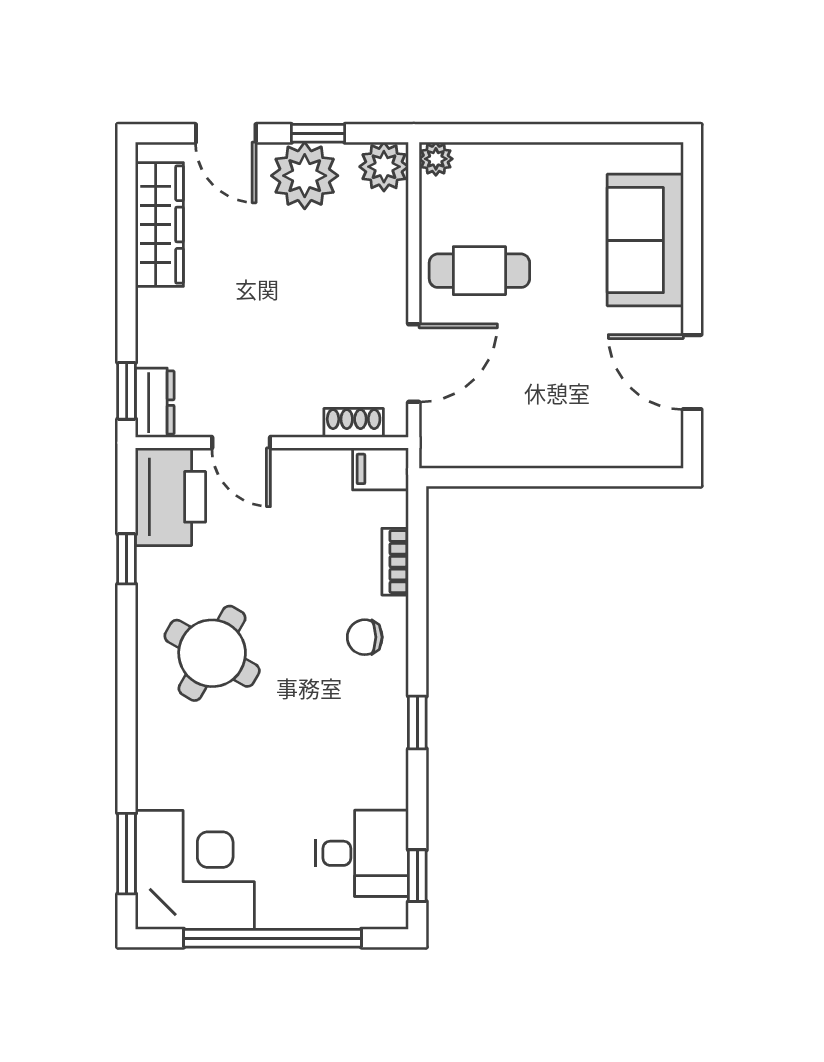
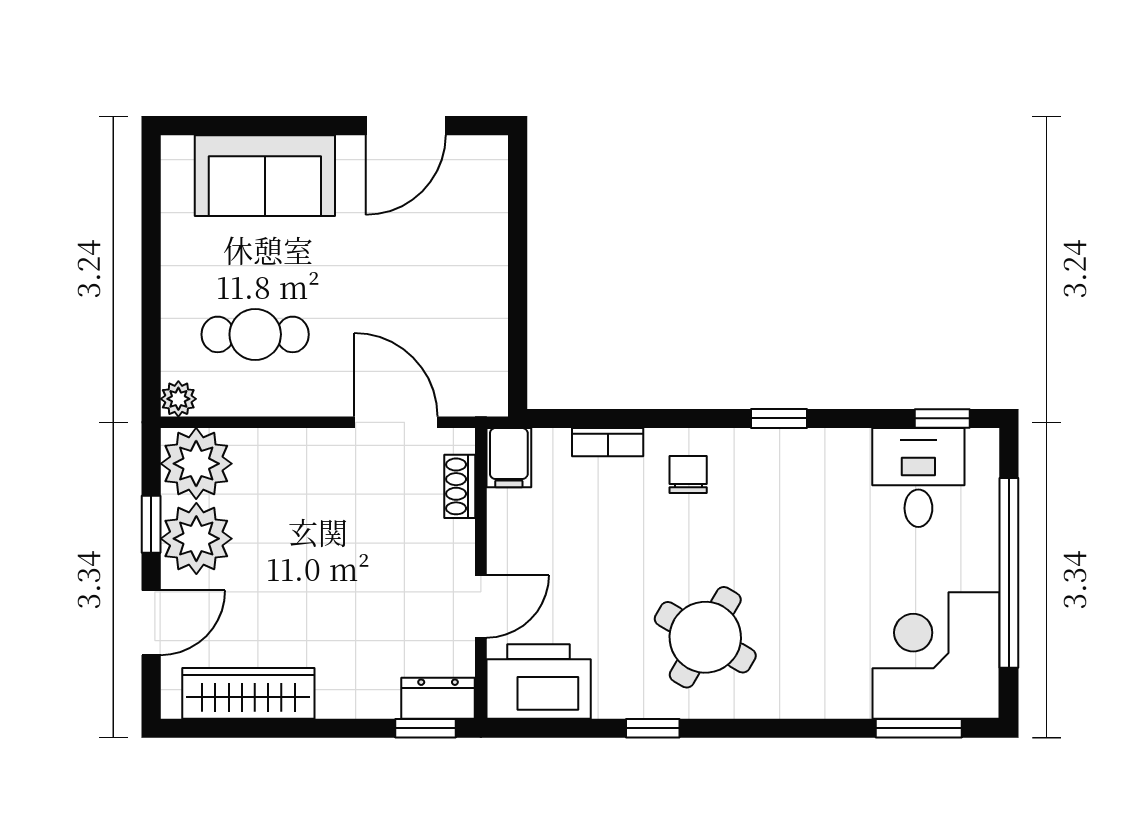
plant: (384, 167) -> (196, 464), width x1.36, depth x1.36
cafe table: (479, 271) -> (255, 334), moved, turned 90
window: (127, 559) -> (653, 728), moved
chair: (365, 637) -> (688, 475), turned 180

